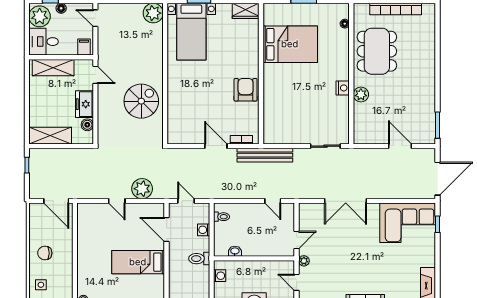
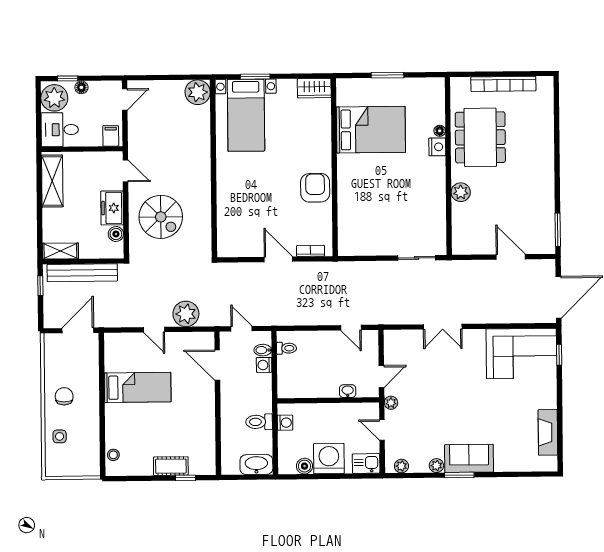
door: (95, 18) -> (125, 99), swing flipped
floor lamp: (345, 24) -> (440, 131), moved
shelving: (53, 68) -> (52, 181), moved, turned 90
nightstand: (343, 88) -> (437, 147), moved
spiral stairs: (141, 101) -> (161, 217), moved, turned 90
shelving: (50, 136) -> (60, 251), width x0.67, depth x0.75
bench: (265, 155) -> (82, 273), moved
door: (56, 201) -> (78, 330), swing flipped
double door: (346, 201) -> (443, 327), width x0.73
bidet: (203, 218) -> (263, 350), added
washbasin: (235, 251) -> (348, 391), moved
chair: (45, 253) -> (64, 396), turned 90
toilet: (199, 259) -> (259, 422), moved
bed: (138, 262) -> (138, 387), moved, turned 180

